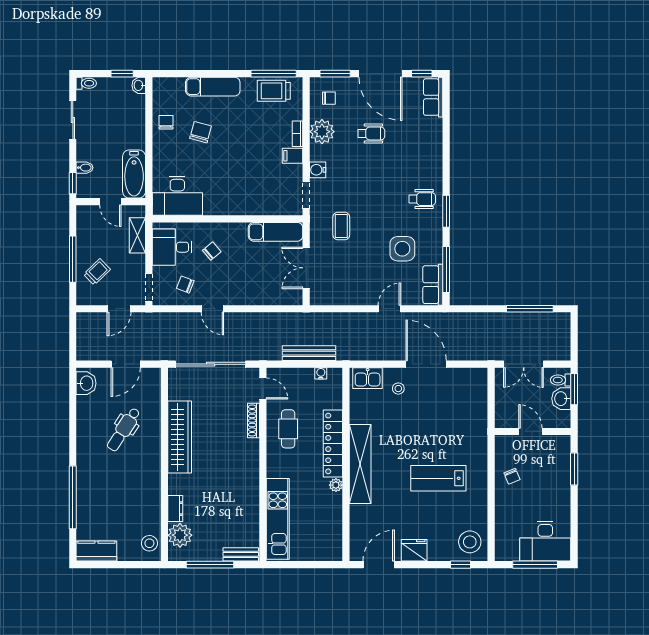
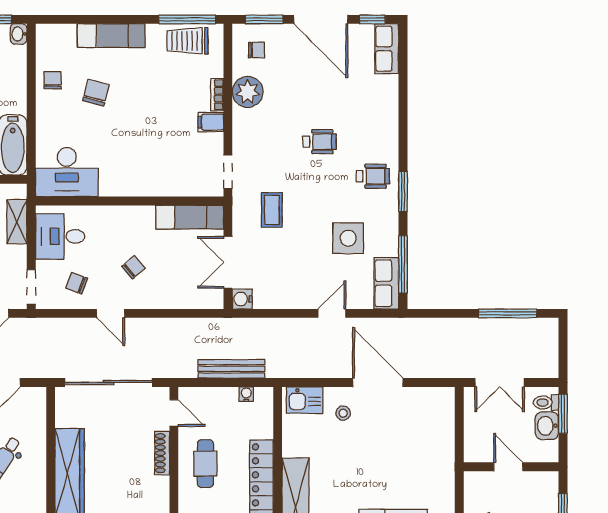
wheelchair: (371, 133) -> (320, 142), moved
water cooler: (318, 170) -> (242, 299), moved
chair: (212, 251) -> (133, 267), moved

